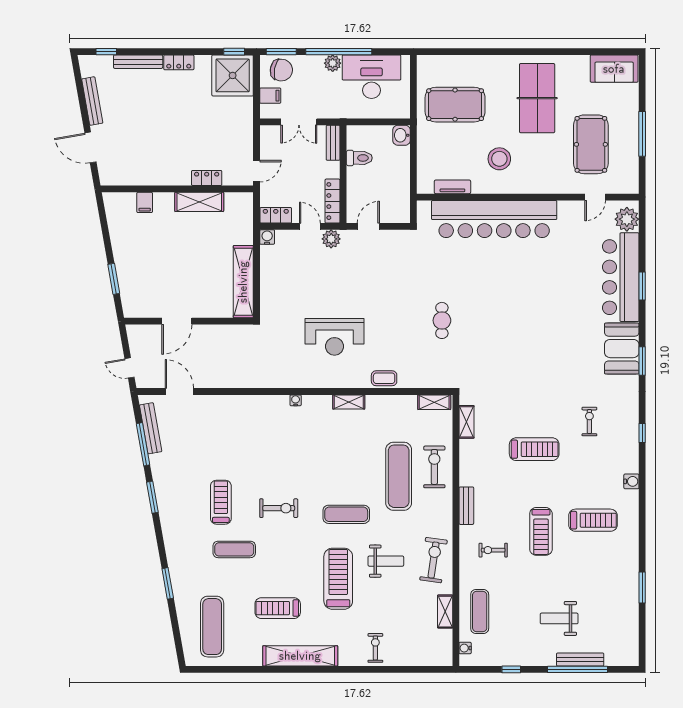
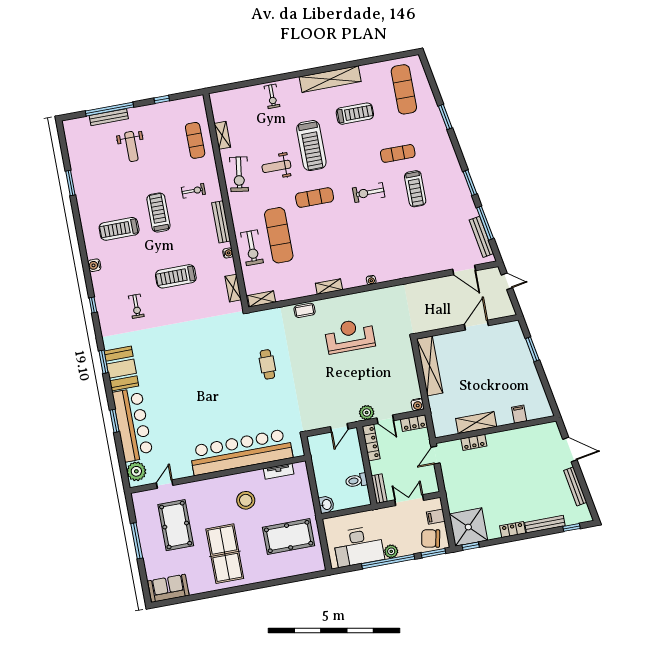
bench: (466, 506) -> (221, 222), width x1.36
weight bench: (559, 618) -> (131, 147), turned 90
water cooler: (465, 648) -> (228, 253), moved

